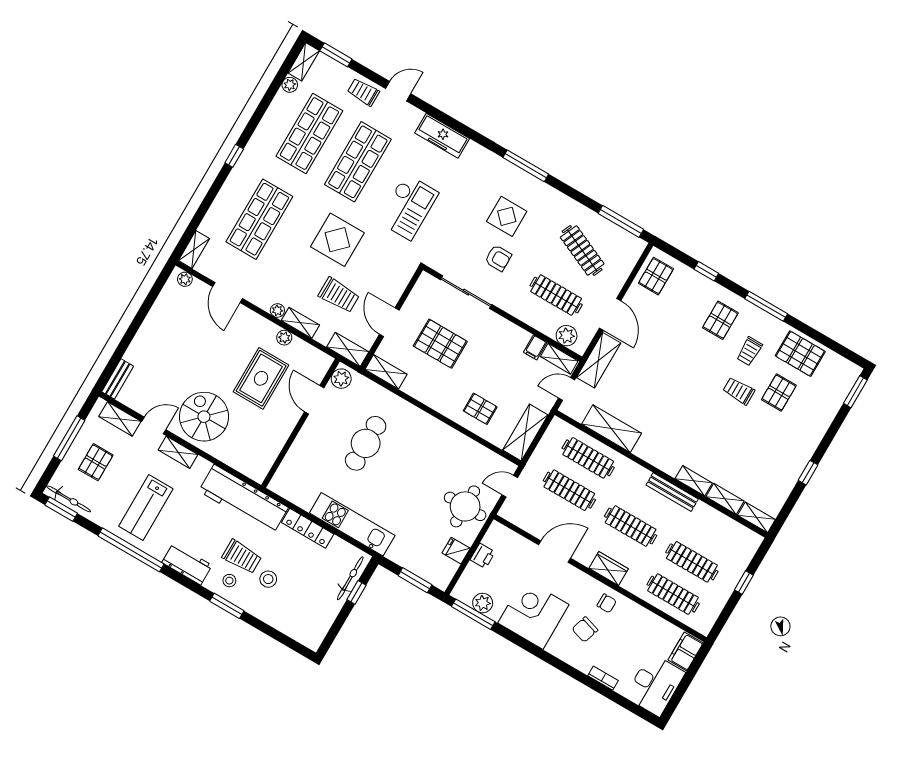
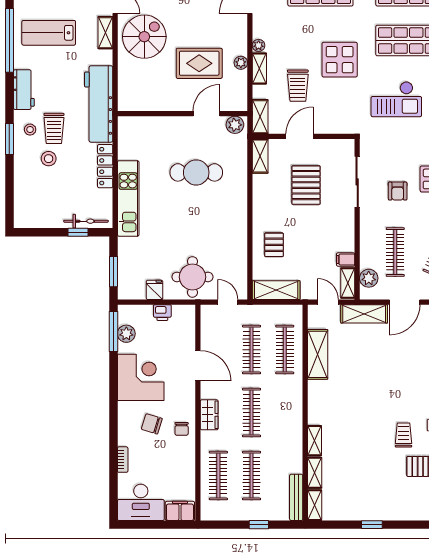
bench: (672, 492) -> (296, 497), moved

